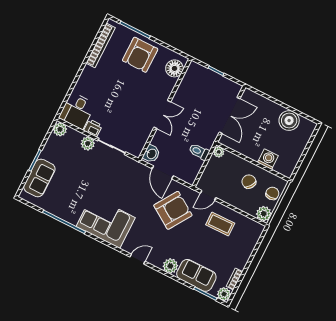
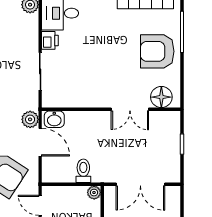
double door: (162, 114) -> (130, 109), moved
plant: (88, 143) -> (30, 119), moved
door: (163, 172) -> (40, 142), swing flipped

